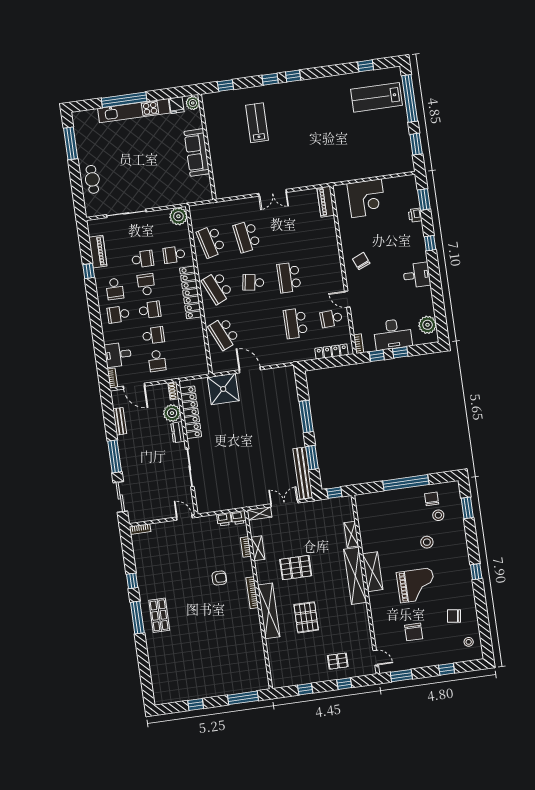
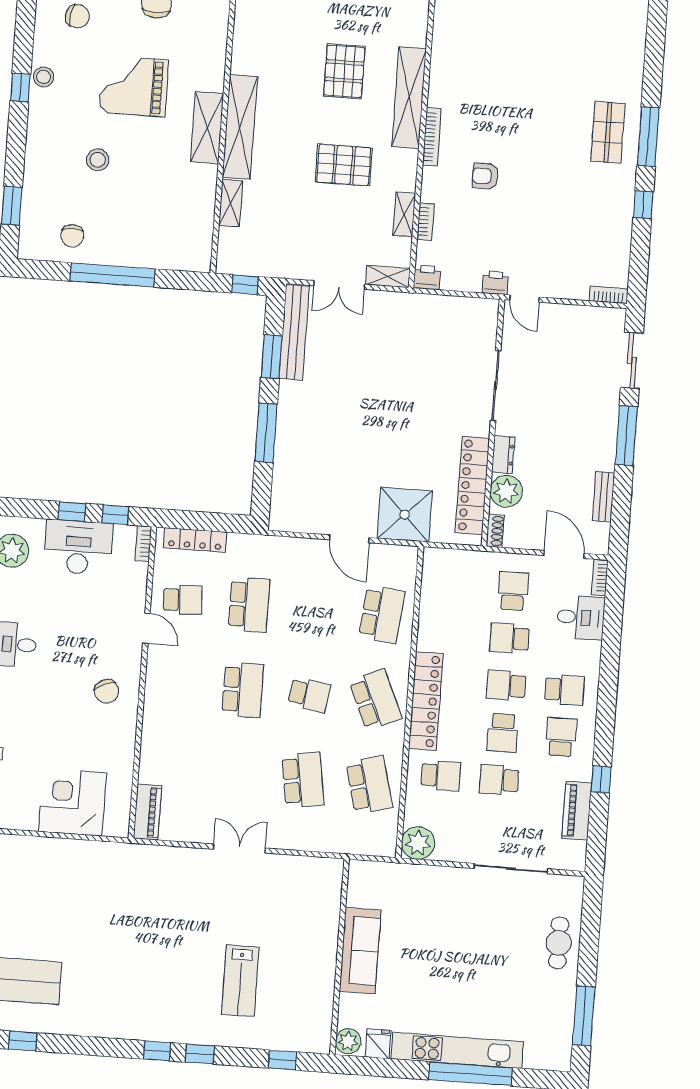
school desk: (224, 333) -> (382, 614), turned 30
stool: (438, 515) -> (44, 77), moved
printer: (224, 519) -> (495, 283), moved

